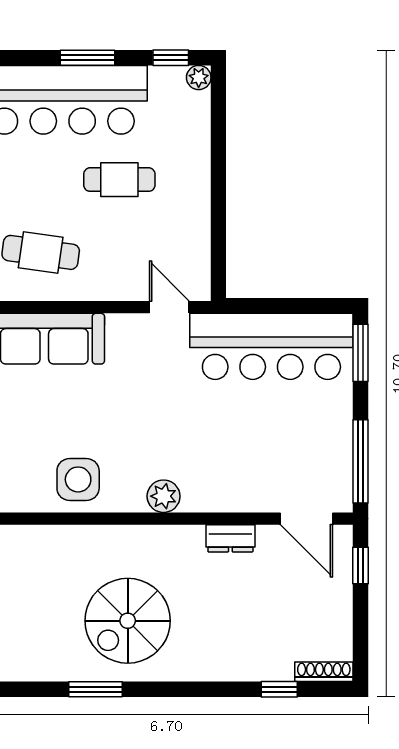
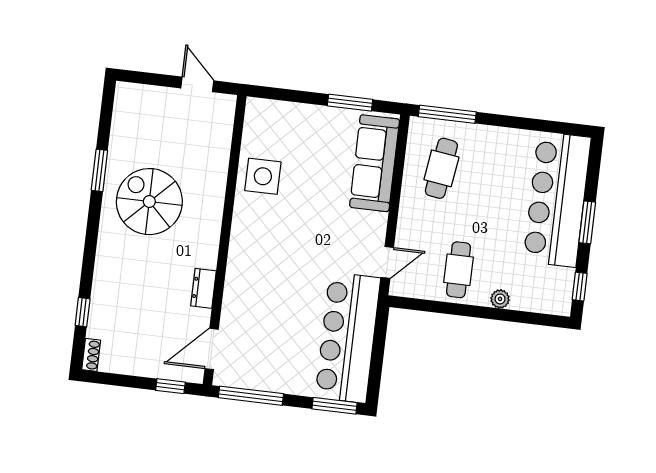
plant: (199, 78) -> (500, 299), moved
cafe table: (119, 180) -> (459, 270), moved
plant: (164, 496) -> (242, 241), removed
shoe rack: (324, 672) -> (91, 355), width x0.70

